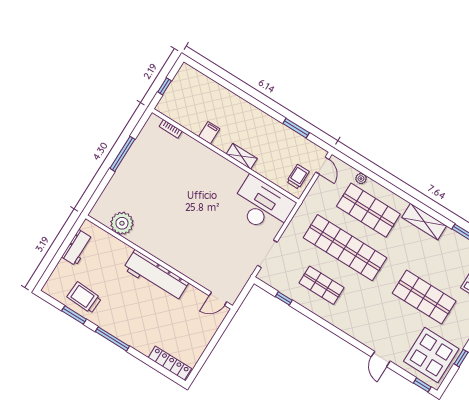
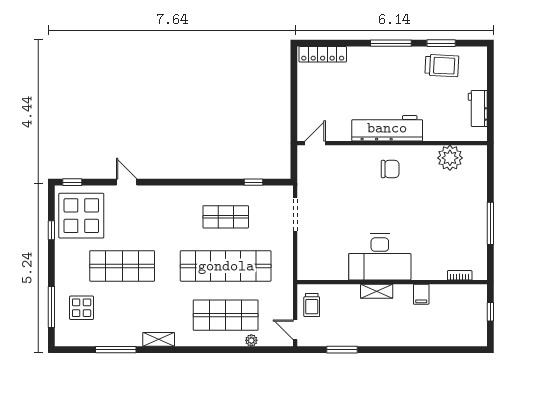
desk: (263, 206) -> (380, 257), moved
shelving: (424, 222) -> (159, 339), width x0.67, depth x0.75
chair: (173, 243) -> (390, 169), added

